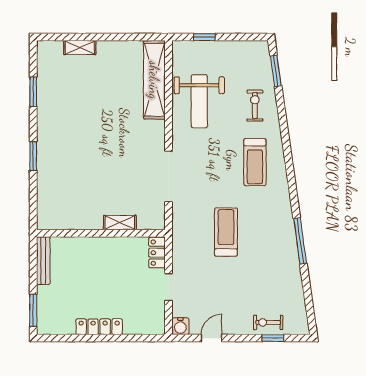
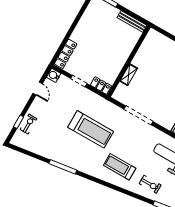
treadmill: (226, 232) -> (91, 129), width x1.37, depth x1.38
locker: (99, 327) -> (66, 54), moved

